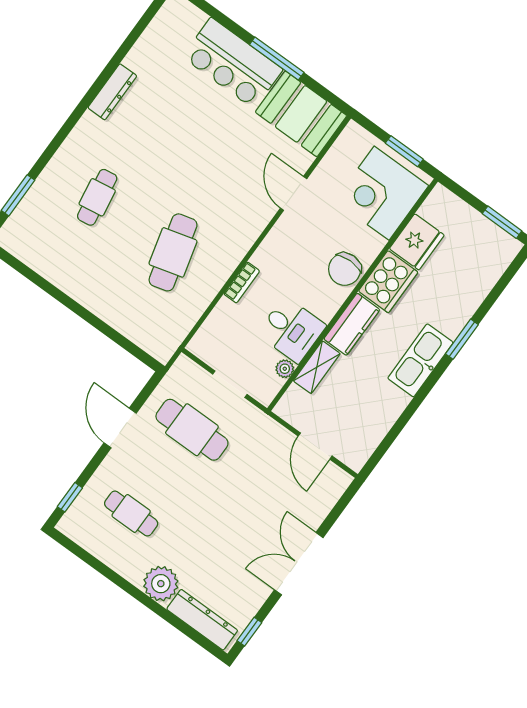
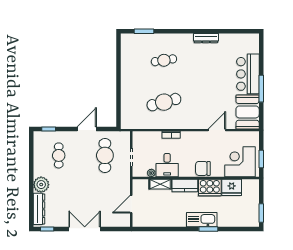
kitchen sink: (420, 360) -> (202, 220), moved

